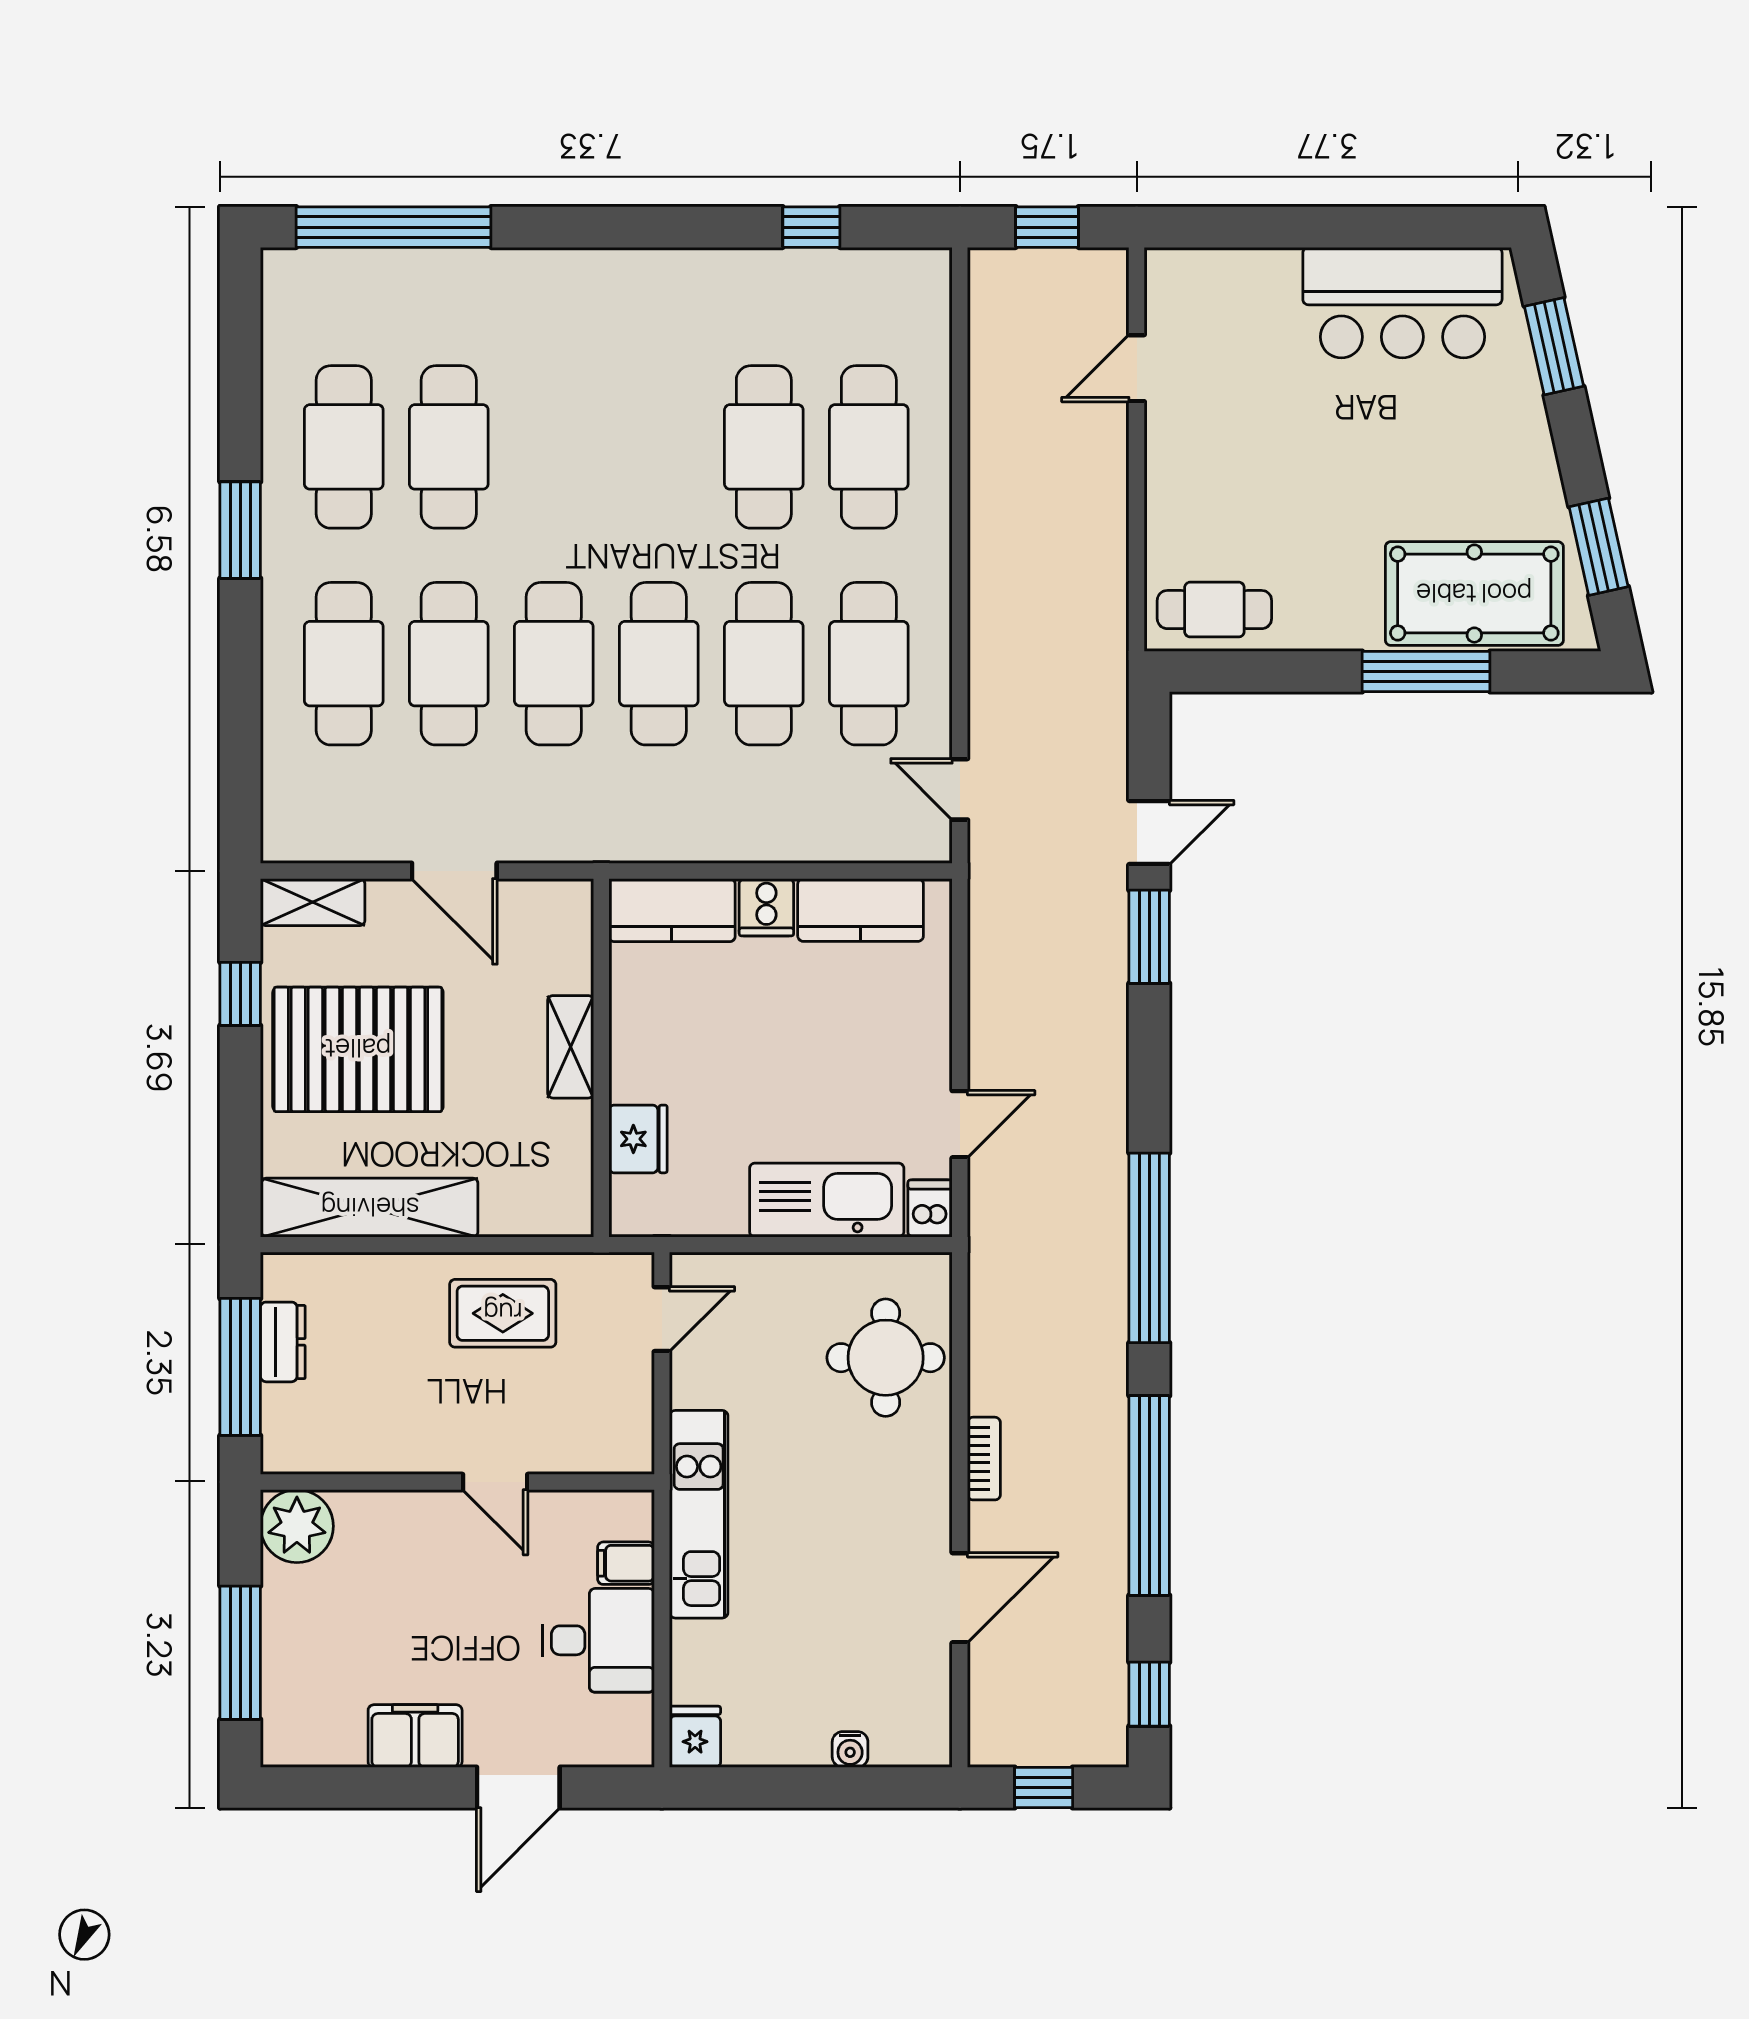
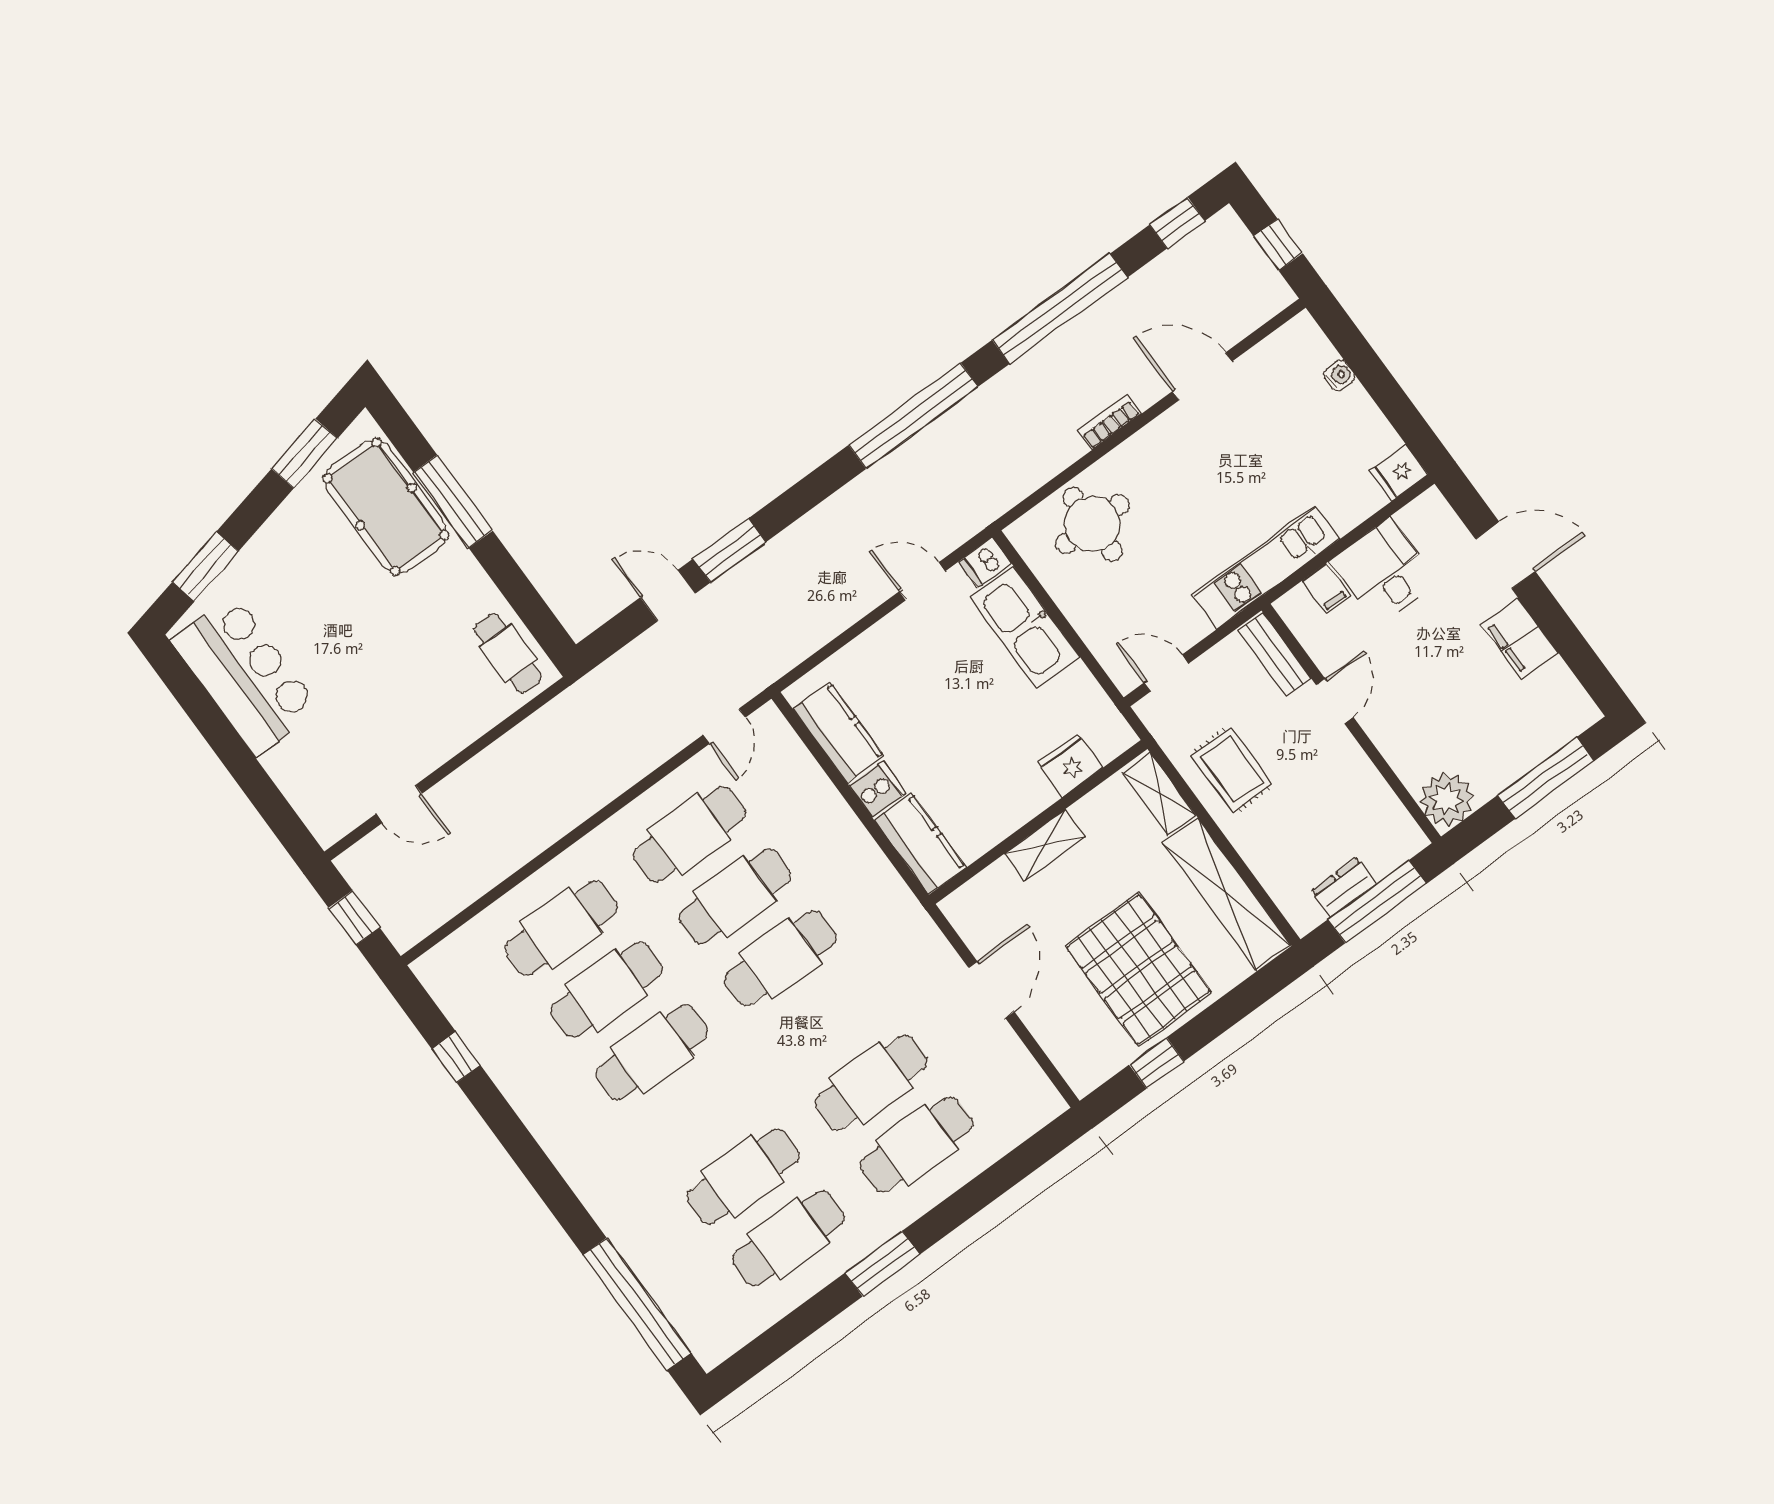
cafe table: (554, 664) -> (652, 1052), moved
shelving: (313, 902) -> (1159, 794), moved
bench: (595, 1453) -> (1274, 654), added

